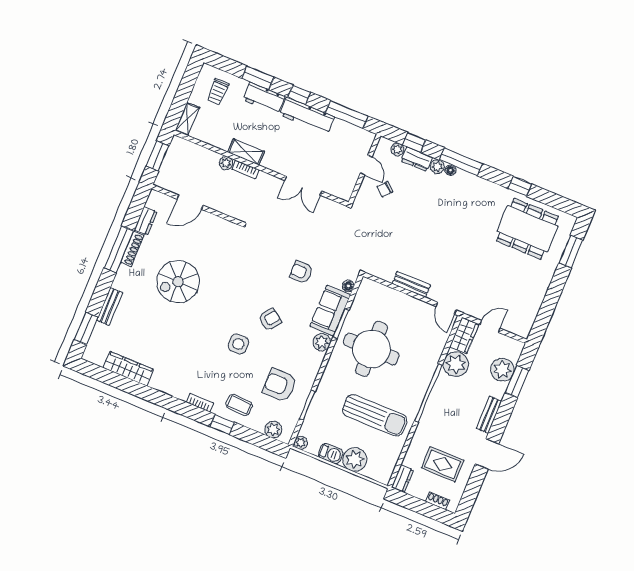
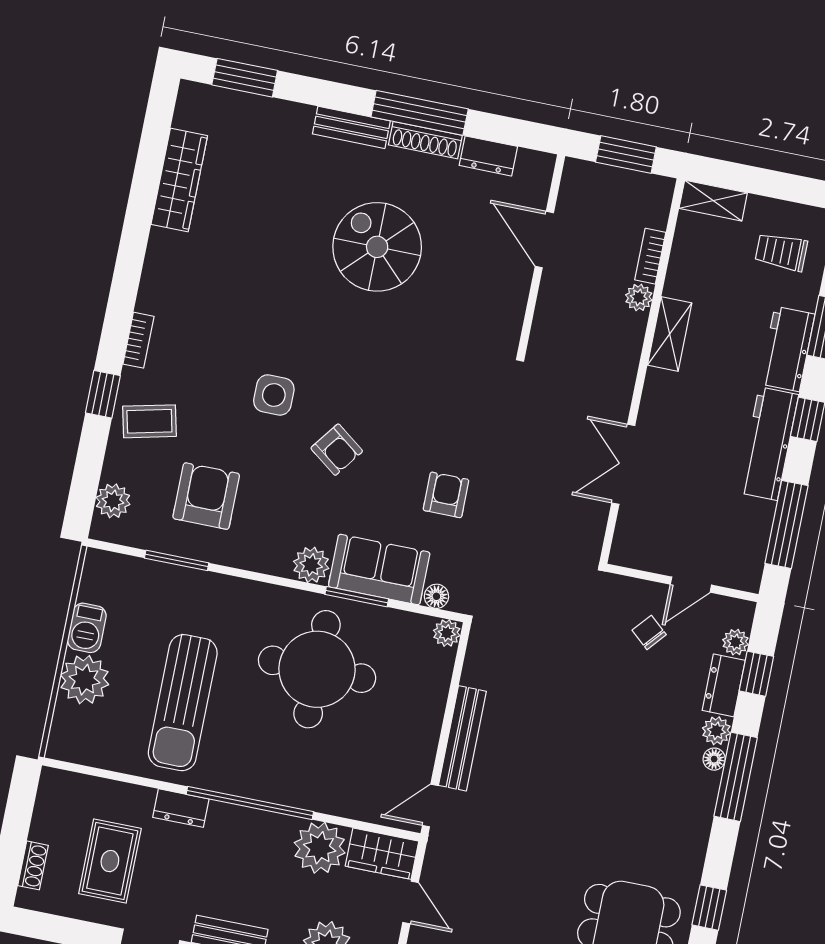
bookcase: (246, 170) -> (650, 256), moved
bench: (411, 284) -> (462, 738), width x1.36
bench: (110, 306) -> (351, 127), moved
coffee table: (239, 405) -> (149, 421), turned 74
plant: (301, 443) -> (447, 633), moved
dresser: (402, 479) -> (181, 808), moved

